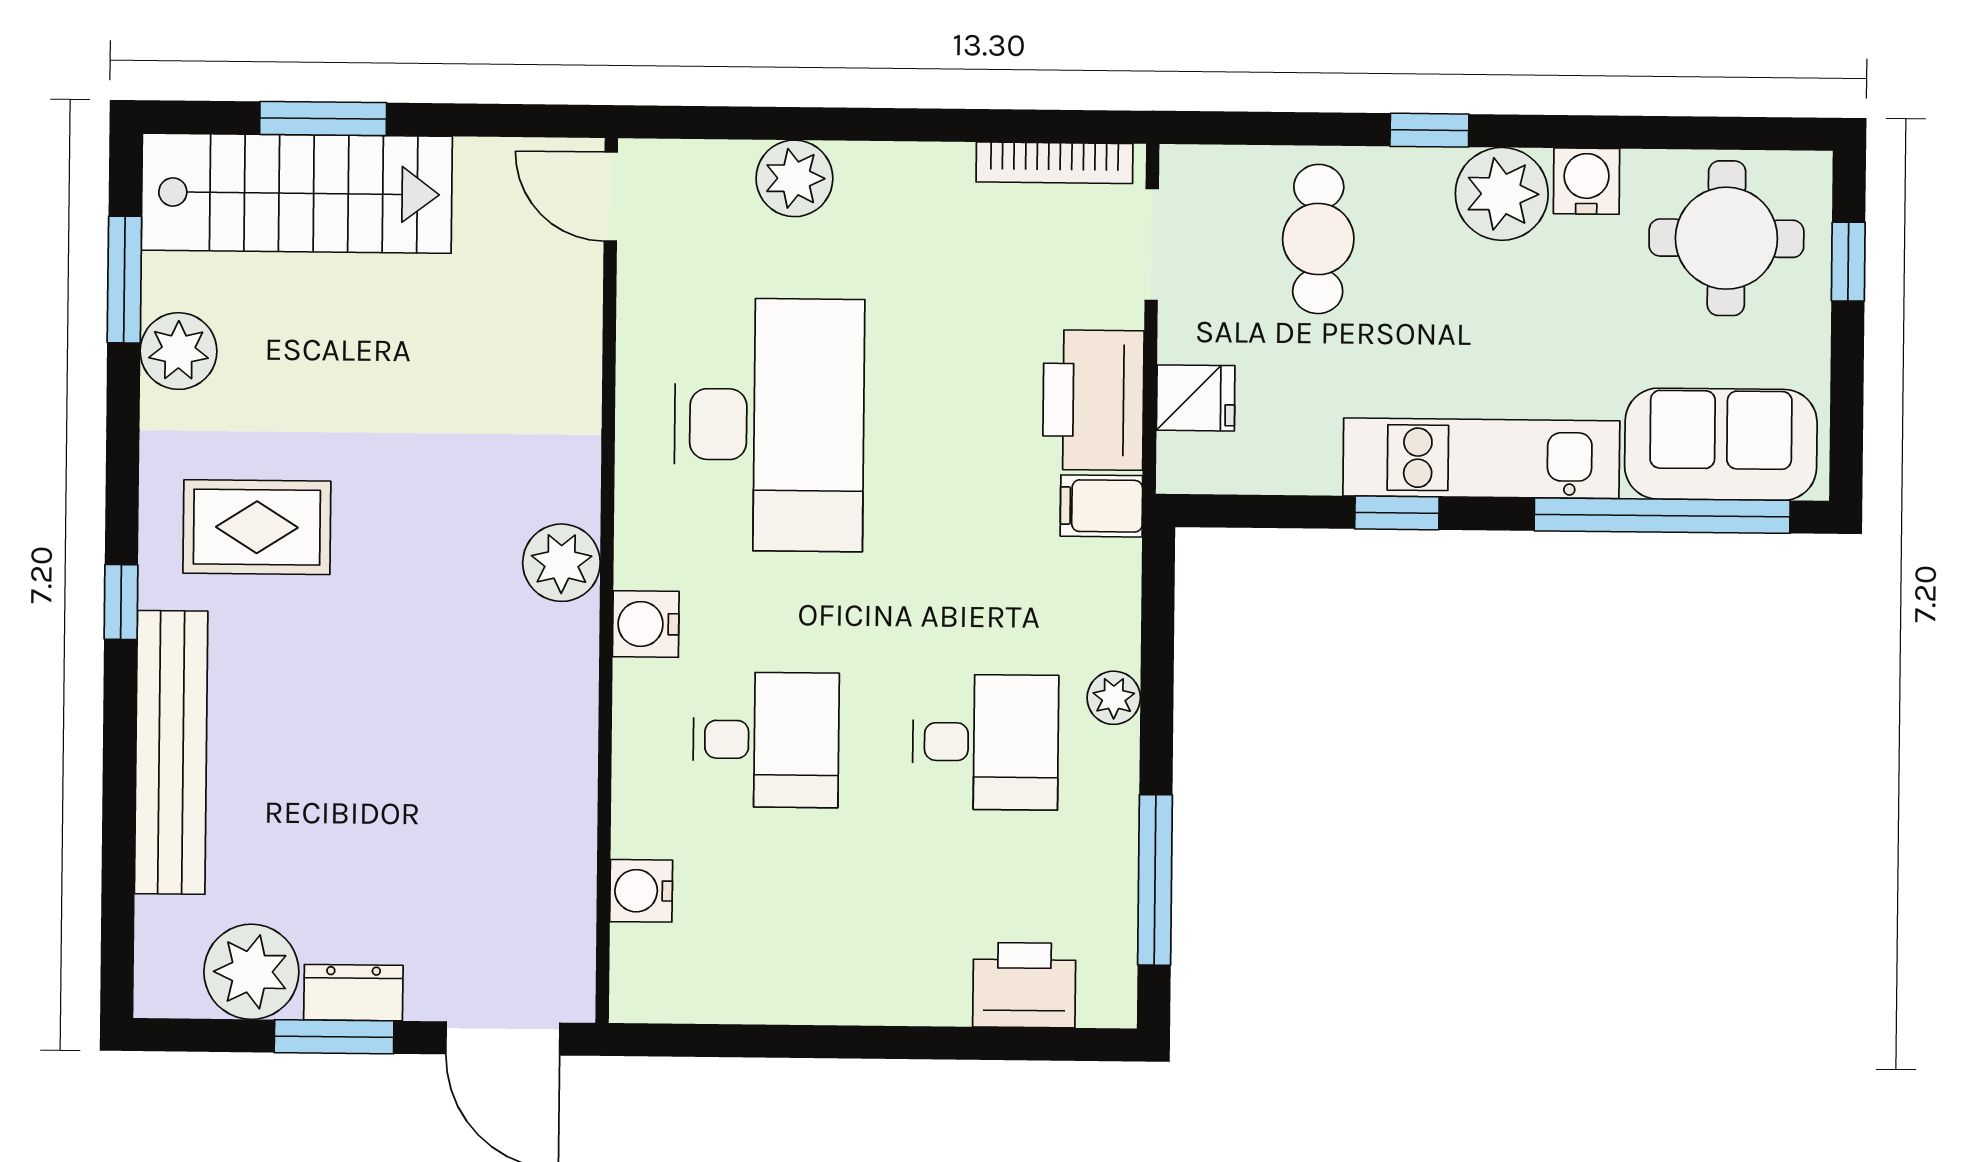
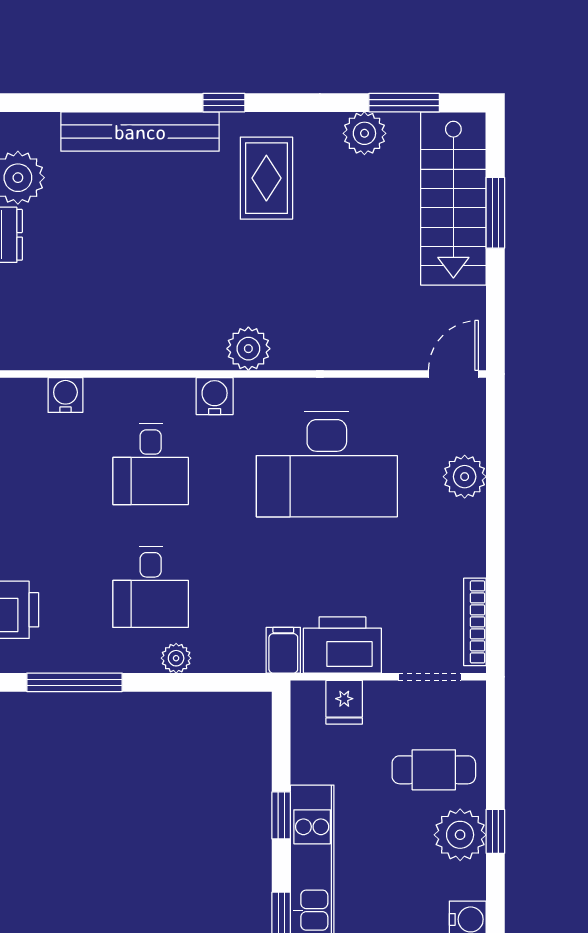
plant: (1502, 194) -> (460, 835), moved

